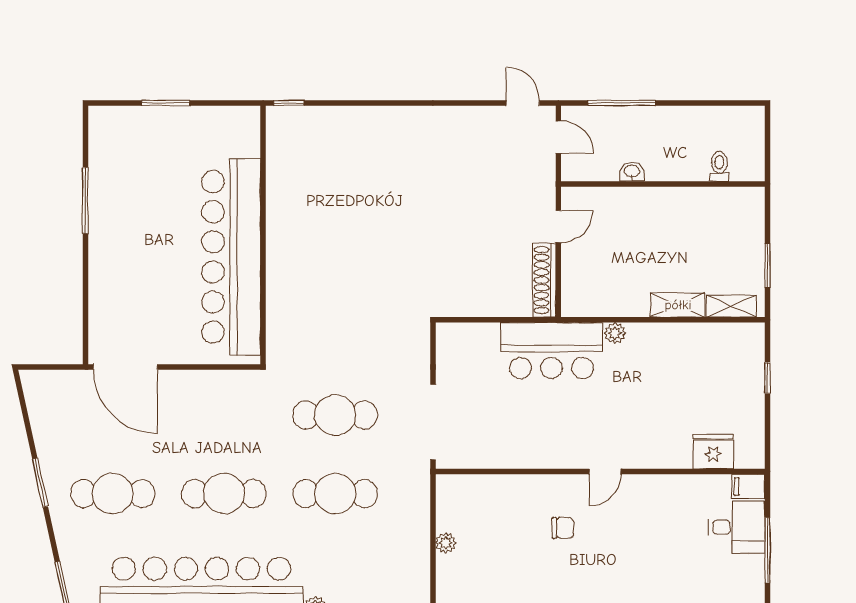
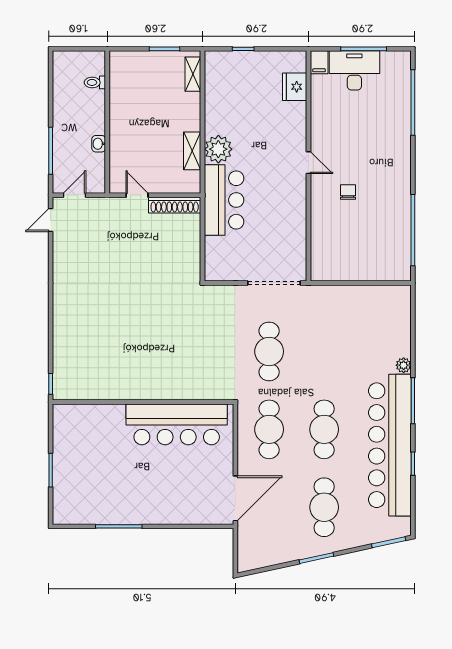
bar counter: (231, 257) -> (177, 424), width x0.73
shelving: (678, 305) -> (192, 151), moved
plant: (615, 333) -> (218, 149), width x1.87, depth x1.87
cafe table: (335, 494) -> (269, 429), moved
desk: (737, 527) -> (354, 70), width x1.37
plant: (446, 543) -> (359, 274), removed

